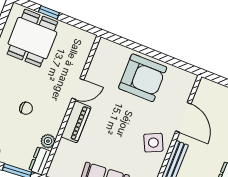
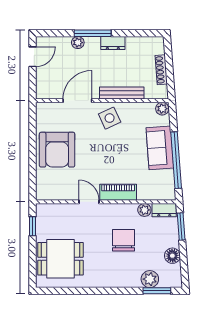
window: (49, 12) -> (32, 226), moved
armchair: (143, 78) -> (57, 150), turned 180
chair: (26, 108) -> (123, 240), width x1.87, depth x1.87

